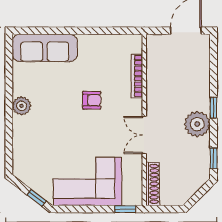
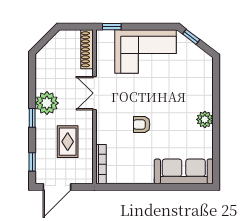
bookcase: (137, 76) -> (101, 164), moved
rug: (174, 81) -> (68, 142), added
double door: (144, 135) -> (94, 93), swing flipped
window: (214, 158) -> (32, 162), moved

